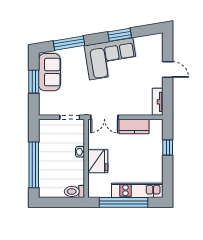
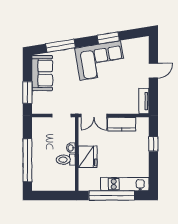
door: (168, 69) -> (153, 71), hinge flipped
window: (34, 82) -> (27, 93), moved
toilet: (74, 191) -> (66, 160), moved

